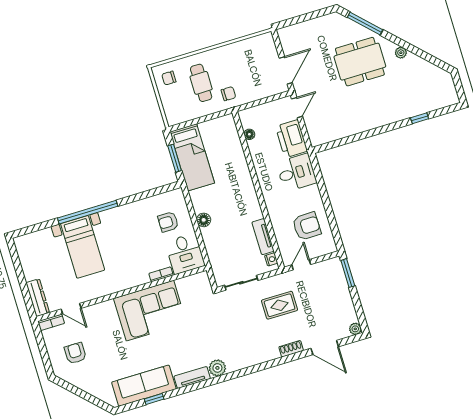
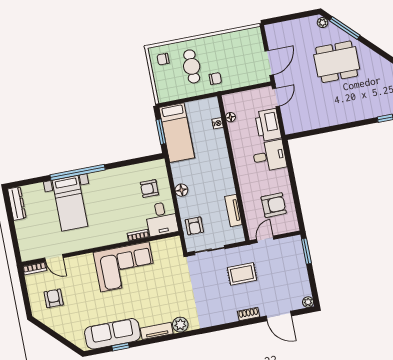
plant: (401, 53) -> (323, 23), moved
armchair: (222, 258) -> (194, 226), added
nightstand: (271, 259) -> (218, 123), moved
dresser: (38, 298) -> (17, 204), moved

